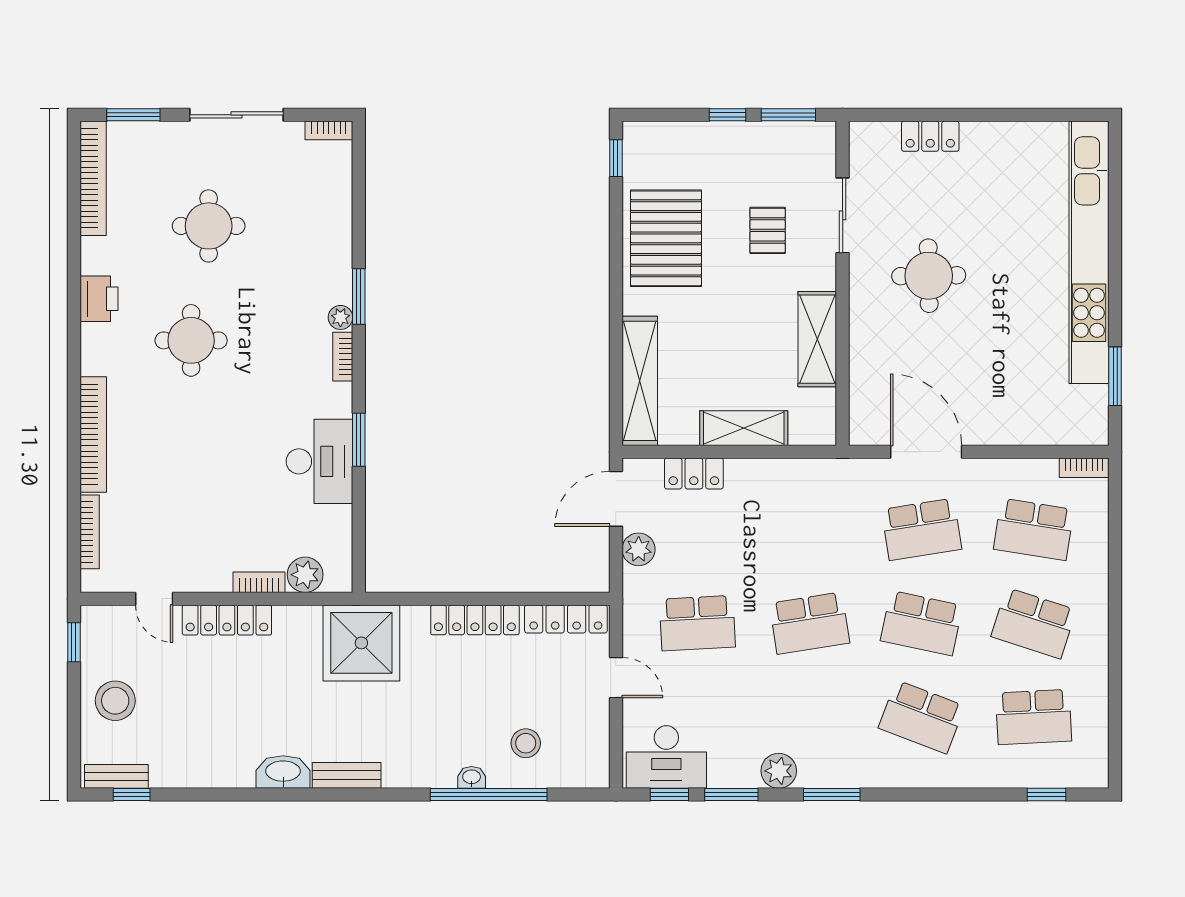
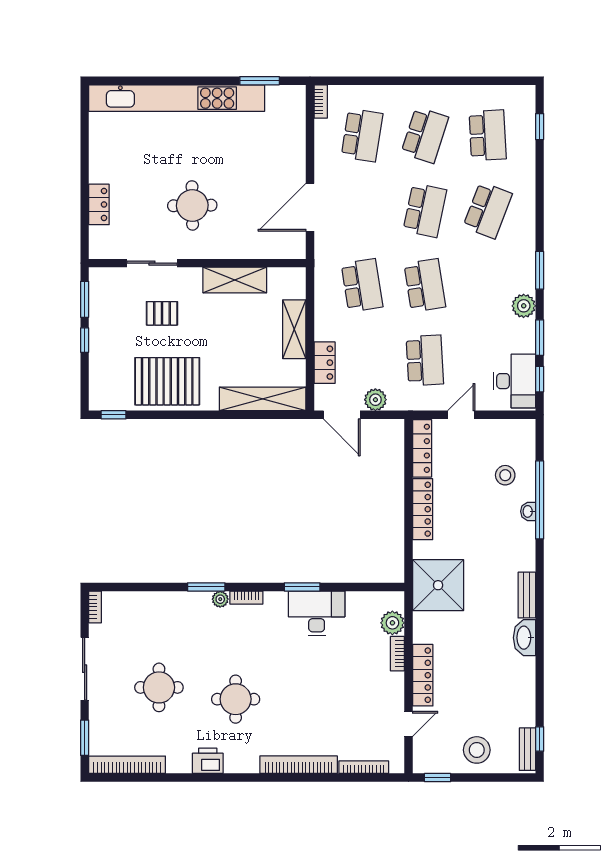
school desk: (922, 529) -> (362, 285), moved

